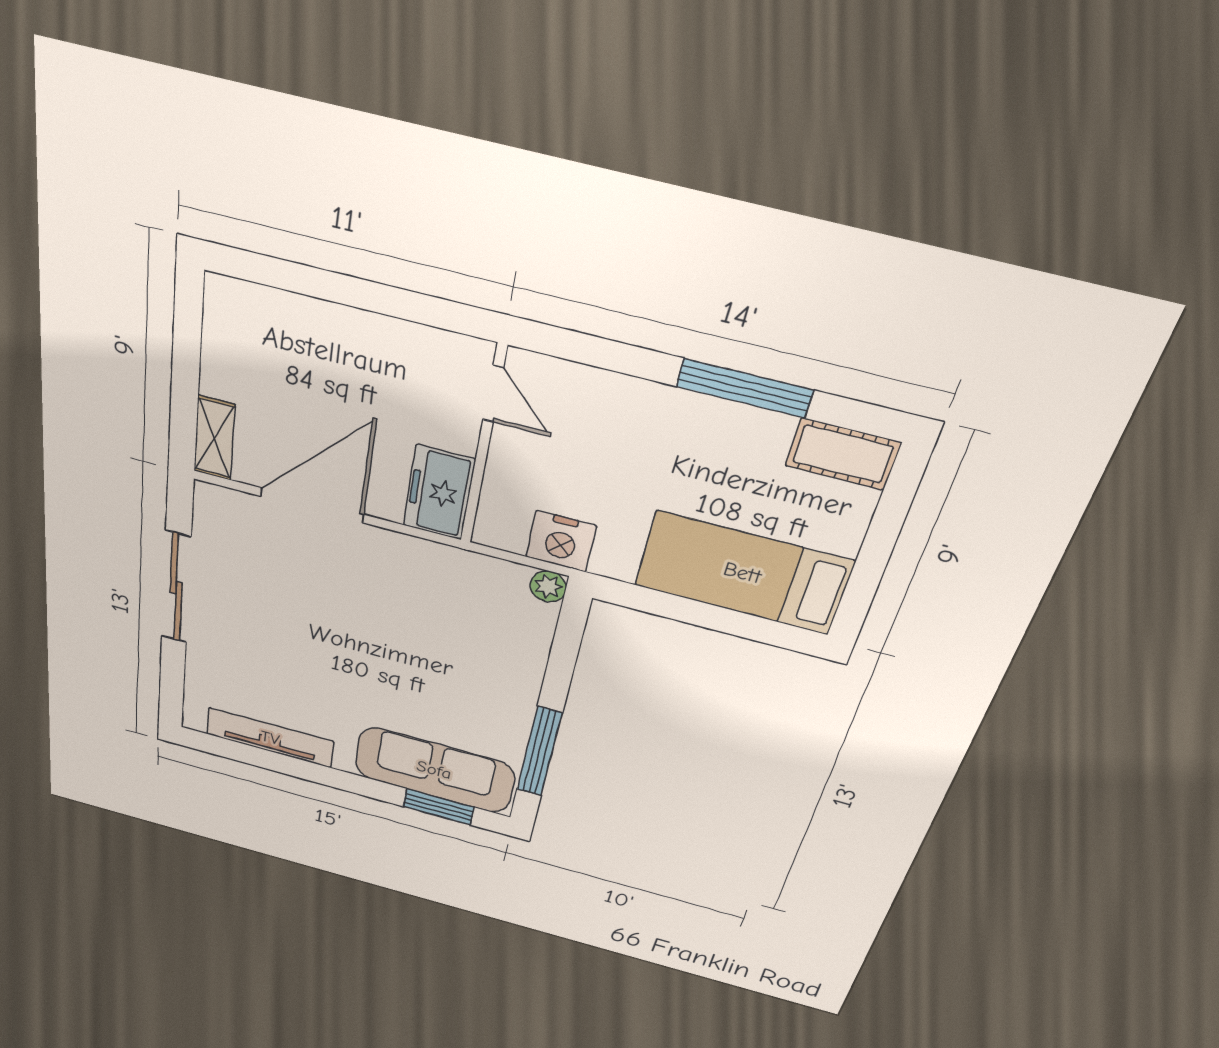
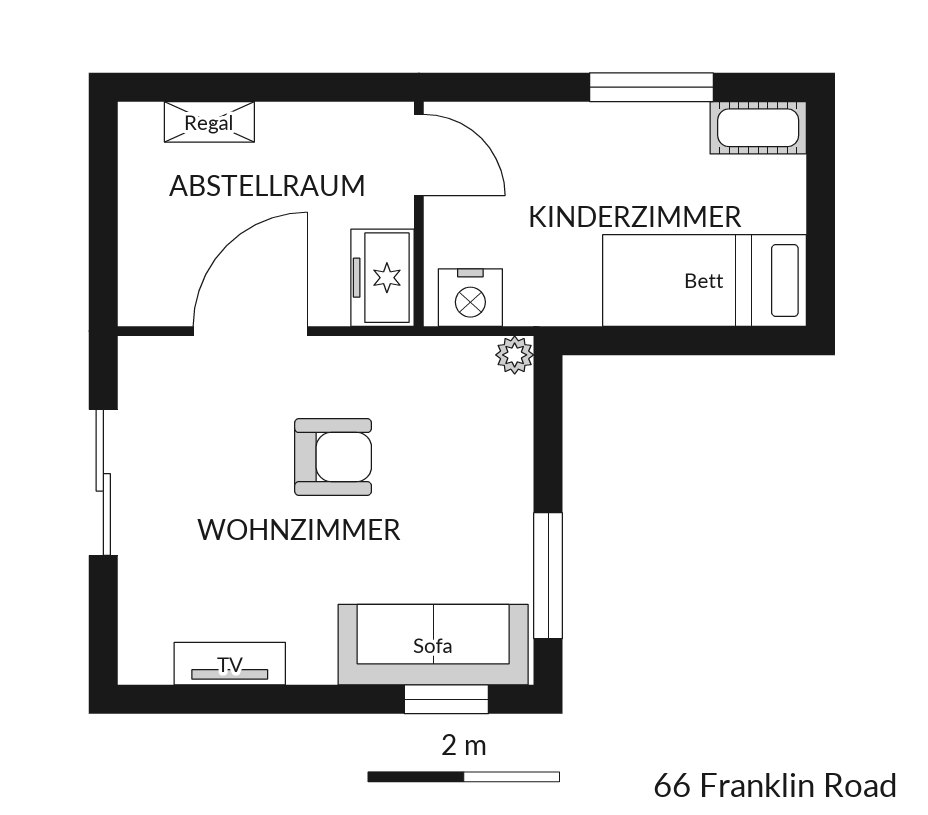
door: (493, 394) -> (419, 155), width x1.38
shelving: (214, 438) -> (209, 122), moved, turned 90
nightstand: (561, 541) -> (470, 298), moved
armchair: (373, 621) -> (333, 457), added
tv unit: (270, 738) -> (230, 664), width x0.71

